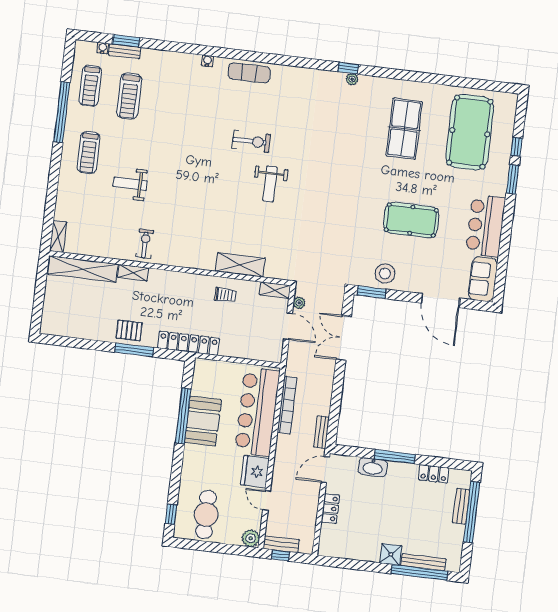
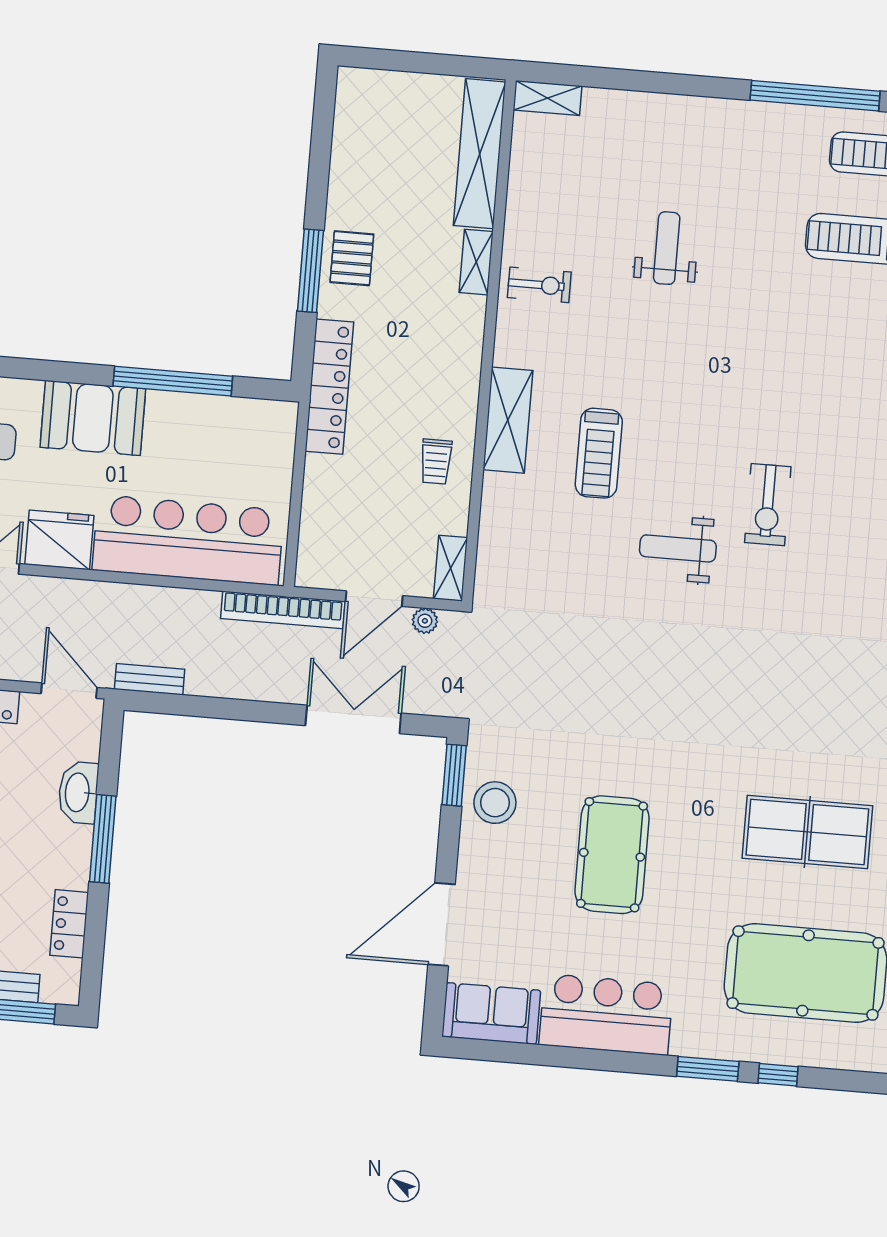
treadmill: (89, 153) -> (599, 453), moved, turned -90
shelving: (240, 265) -> (508, 420), moved
bookcase: (287, 405) -> (283, 610), moved
booth: (203, 421) -> (93, 418), moved

